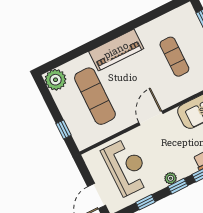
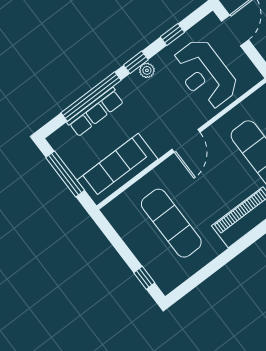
exercise mat: (174, 57) -> (171, 223), width x1.36, depth x1.45

